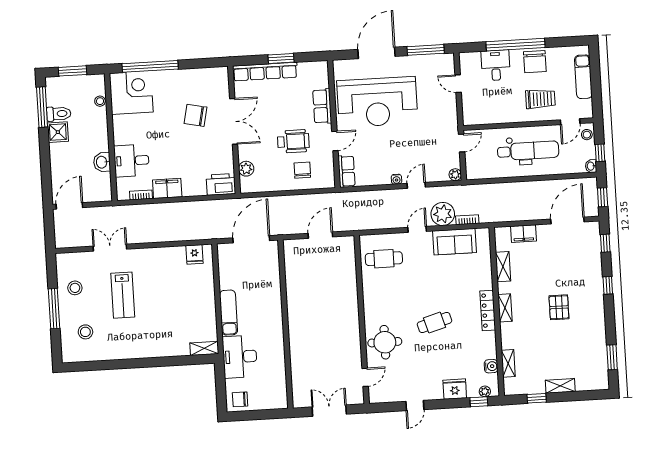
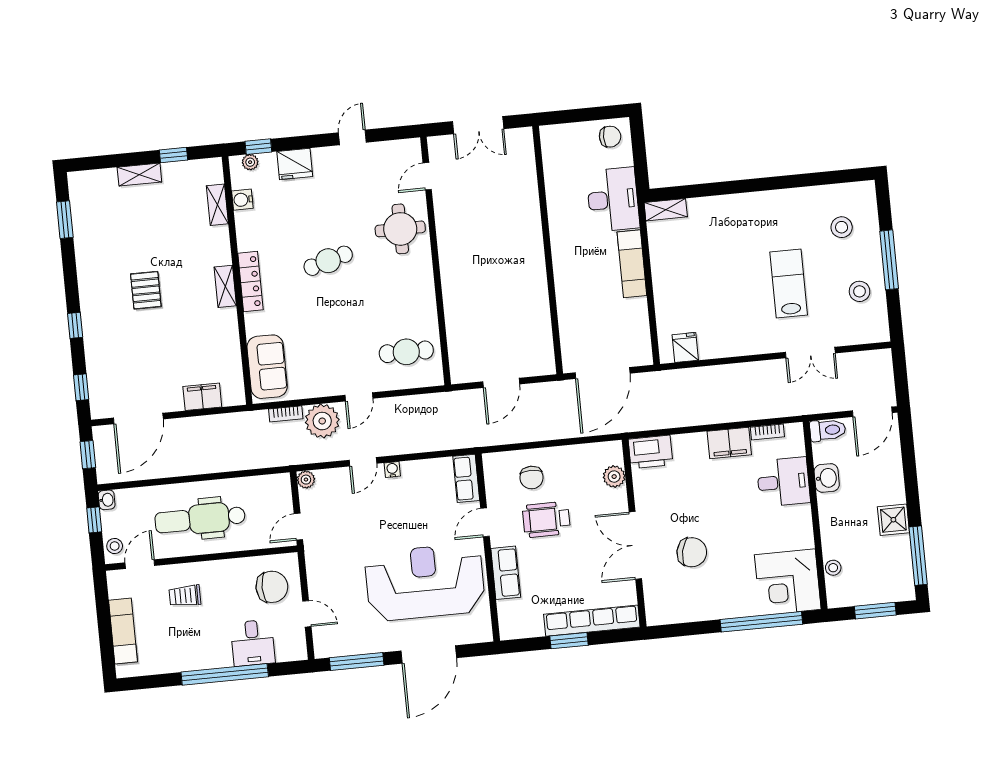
chair: (535, 62) -> (272, 587), moved, turned 90
trolley: (540, 99) -> (185, 596), width x0.73, depth x0.72
toilet: (59, 114) -> (828, 430), moved, turned 180
sofa: (455, 242) -> (267, 367), moved, turned 90
shelving: (503, 267) -> (231, 347), removed

